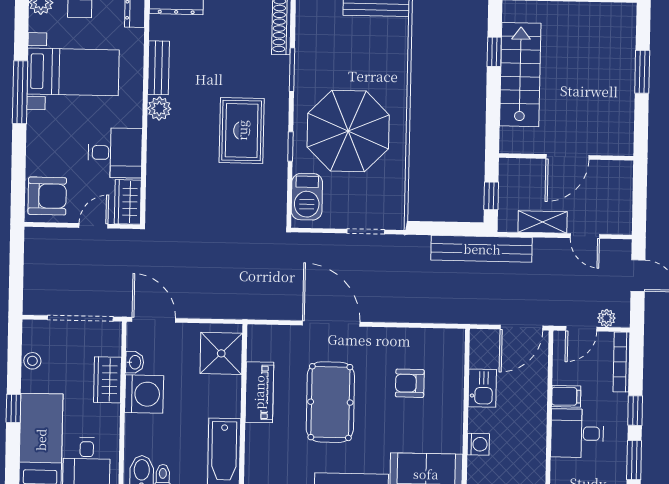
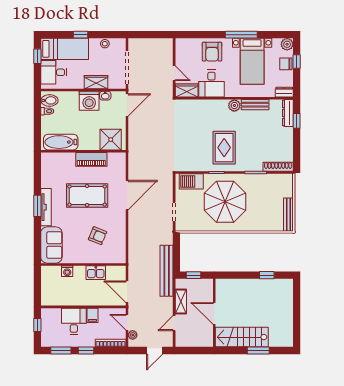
stairs: (520, 75) -> (242, 337), moved, turned 180
rug: (242, 130) -> (224, 148), turned 90
armchair: (47, 196) -> (212, 52), moved
armchair: (410, 383) -> (97, 236), turned 112

